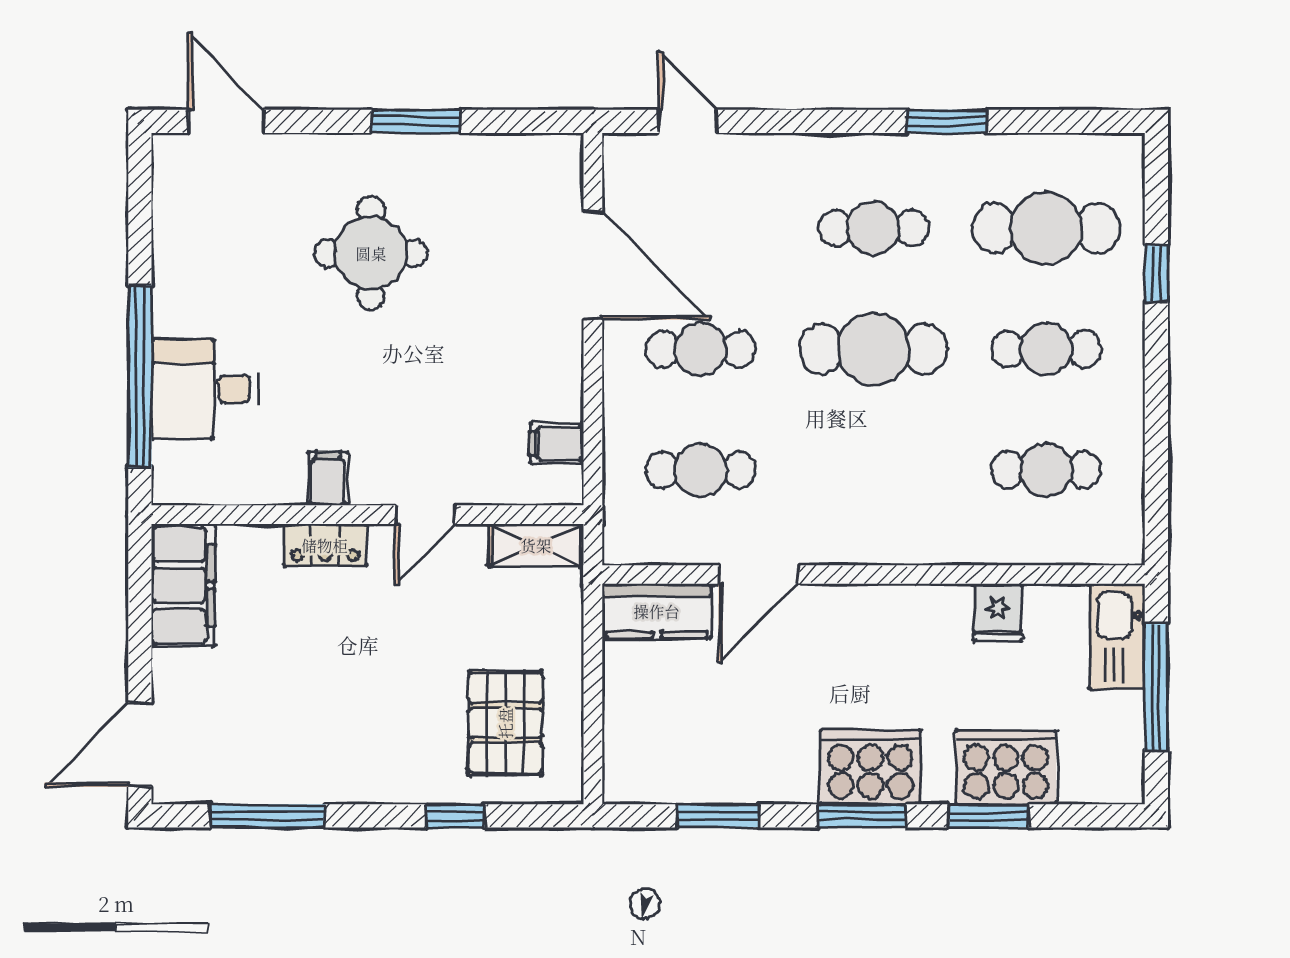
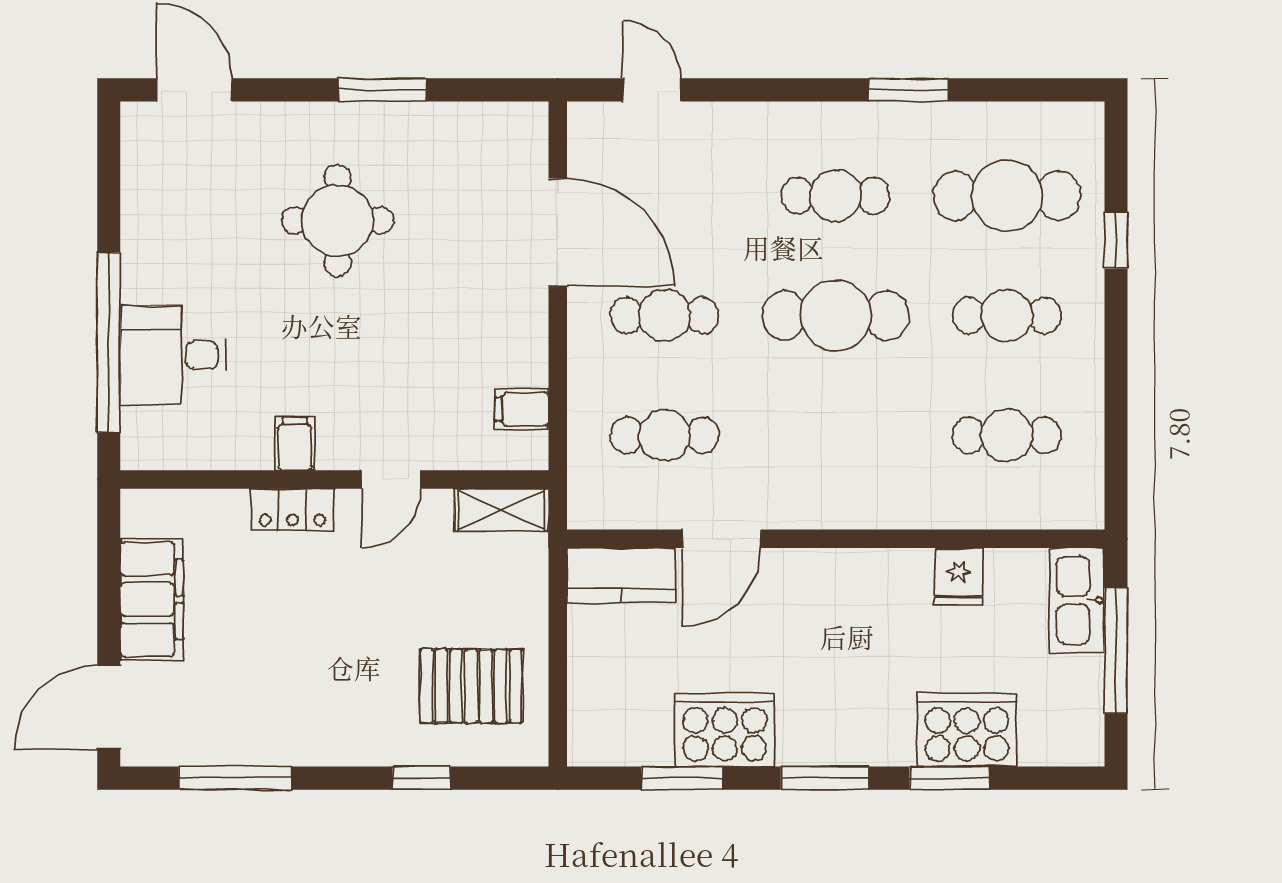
filing cabinet: (183, 585) -> (152, 599), moved
pallet: (505, 723) -> (471, 686), turned 90
cooker: (870, 767) -> (725, 730), moved

